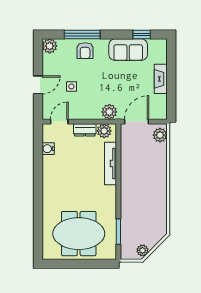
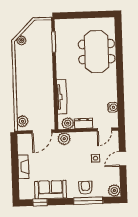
meeting table: (79, 234) -> (97, 52), moved, turned 90
plant: (142, 250) -> (21, 40), moved

